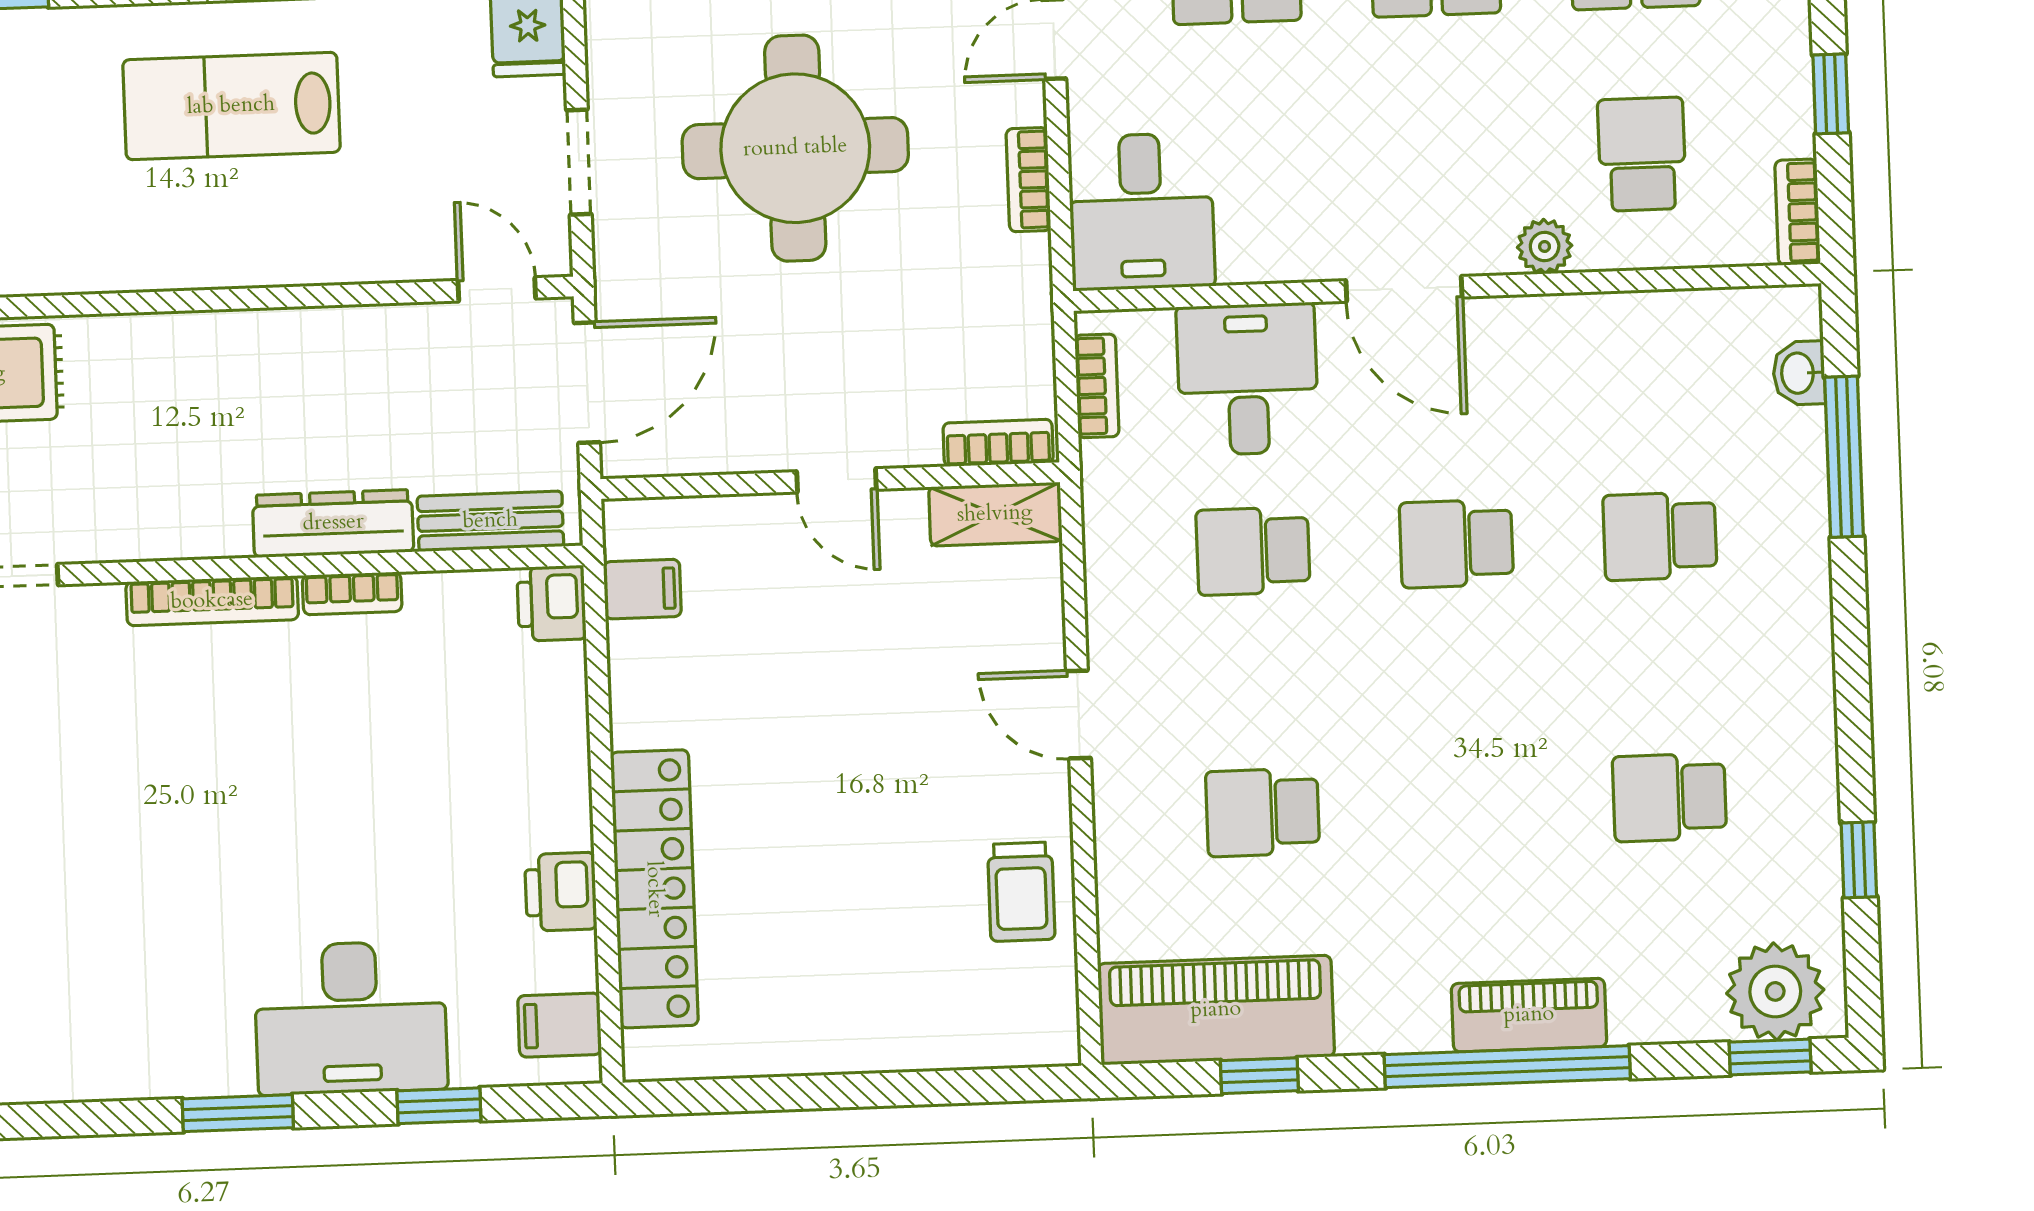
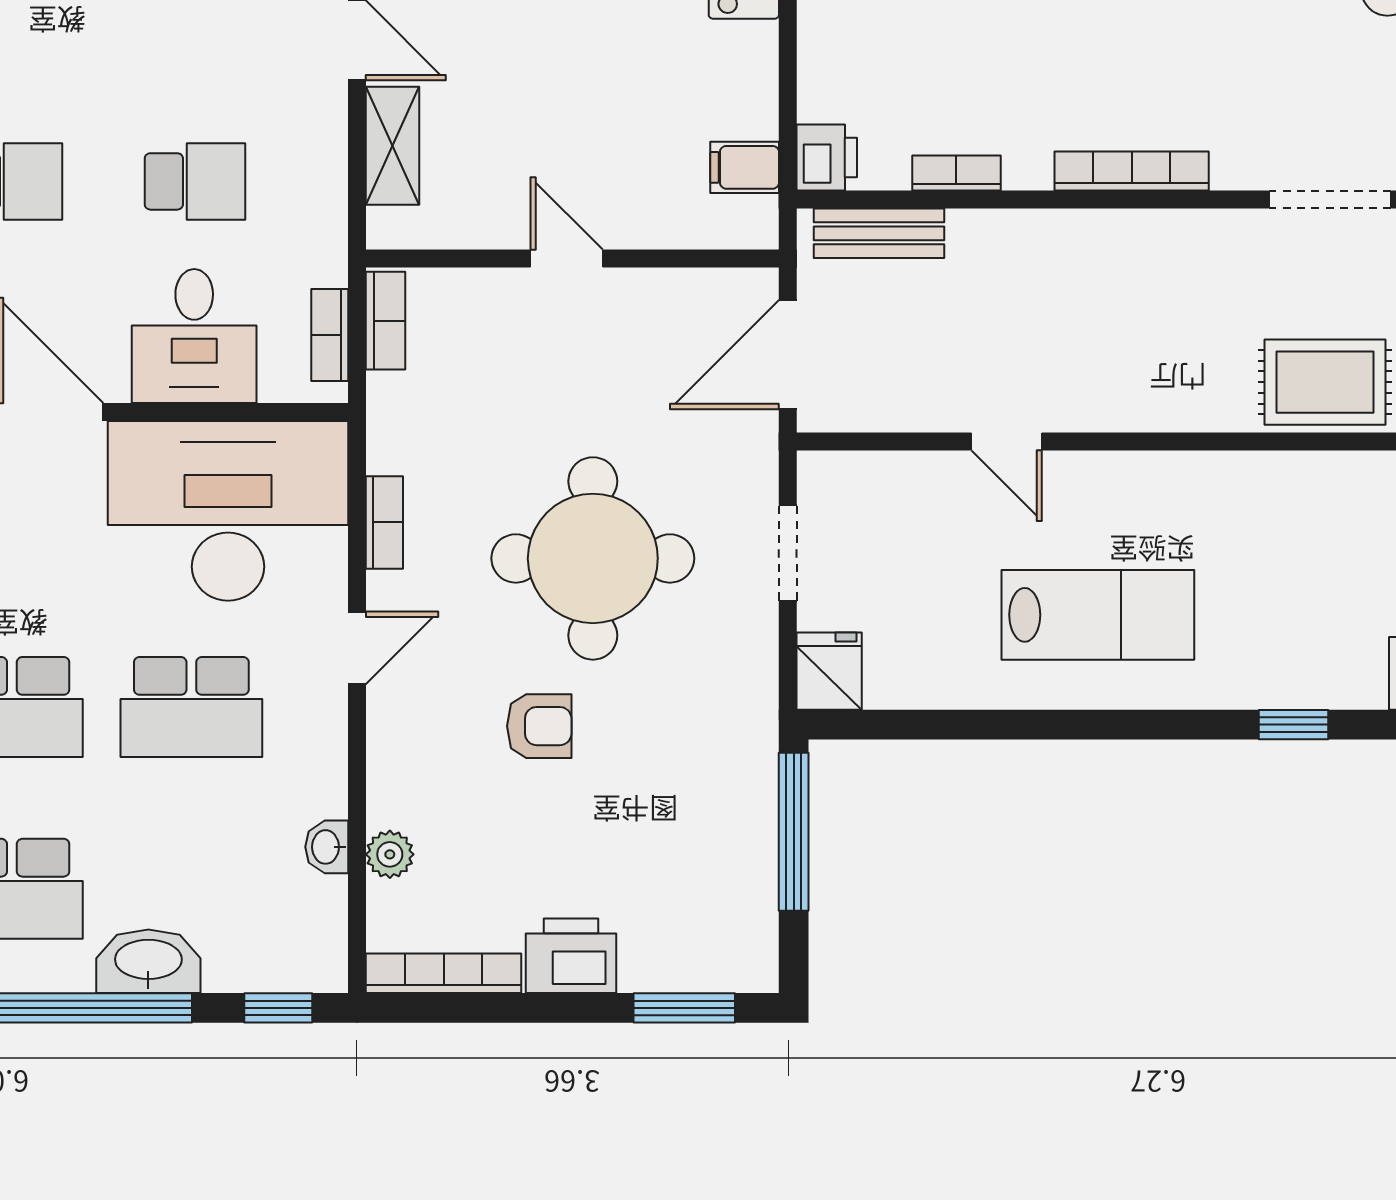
desk: (1141, 212) -> (228, 511), width x1.87, depth x1.30
door: (497, 289) -> (1007, 441), moved
bookcase: (998, 443) -> (386, 321), moved, turned -90
shelving: (995, 514) -> (393, 146), moved, turned 90
dresser: (333, 523) -> (1020, 236), removed
bookcase: (352, 593) -> (956, 173), moved

